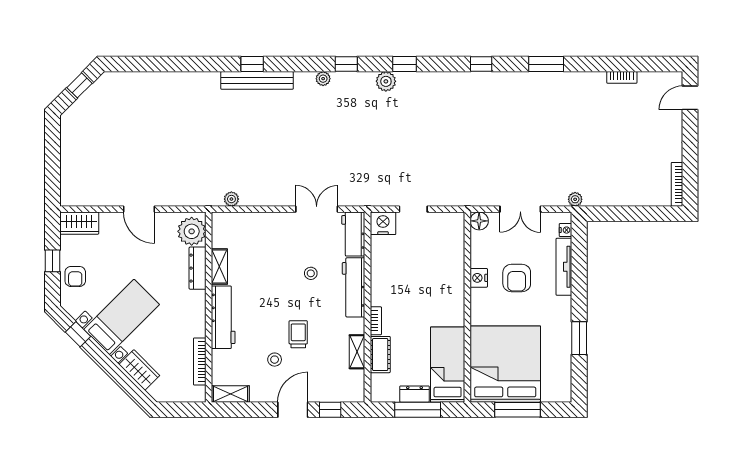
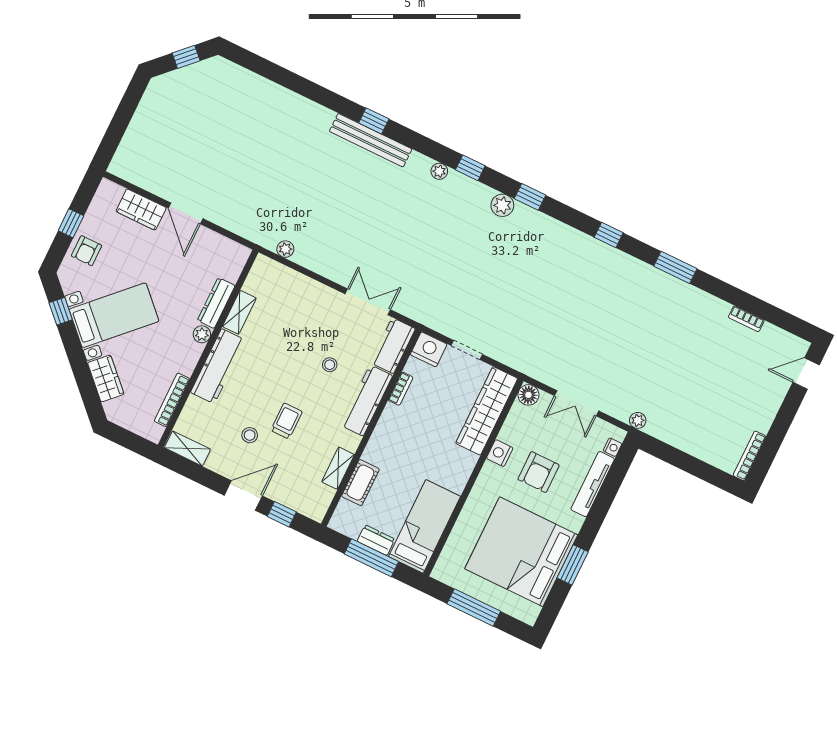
wardrobe: (79, 223) -> (141, 210), moved
plant: (192, 231) -> (202, 334), moved, width x0.53, depth x0.53
wardrobe: (452, 250) -> (487, 411), added
bookcase: (376, 321) -> (401, 389), moved
bed: (505, 364) -> (521, 552), moved, turned -90

